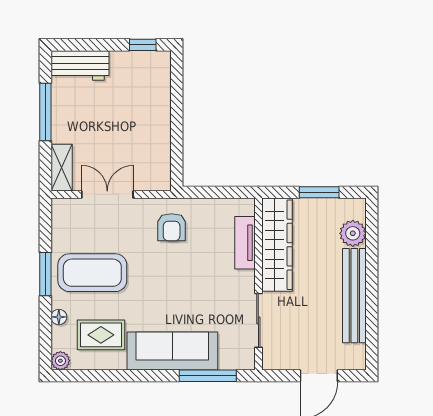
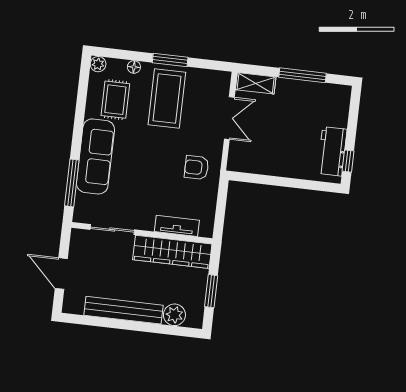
workbench: (80, 65) -> (332, 151), moved

